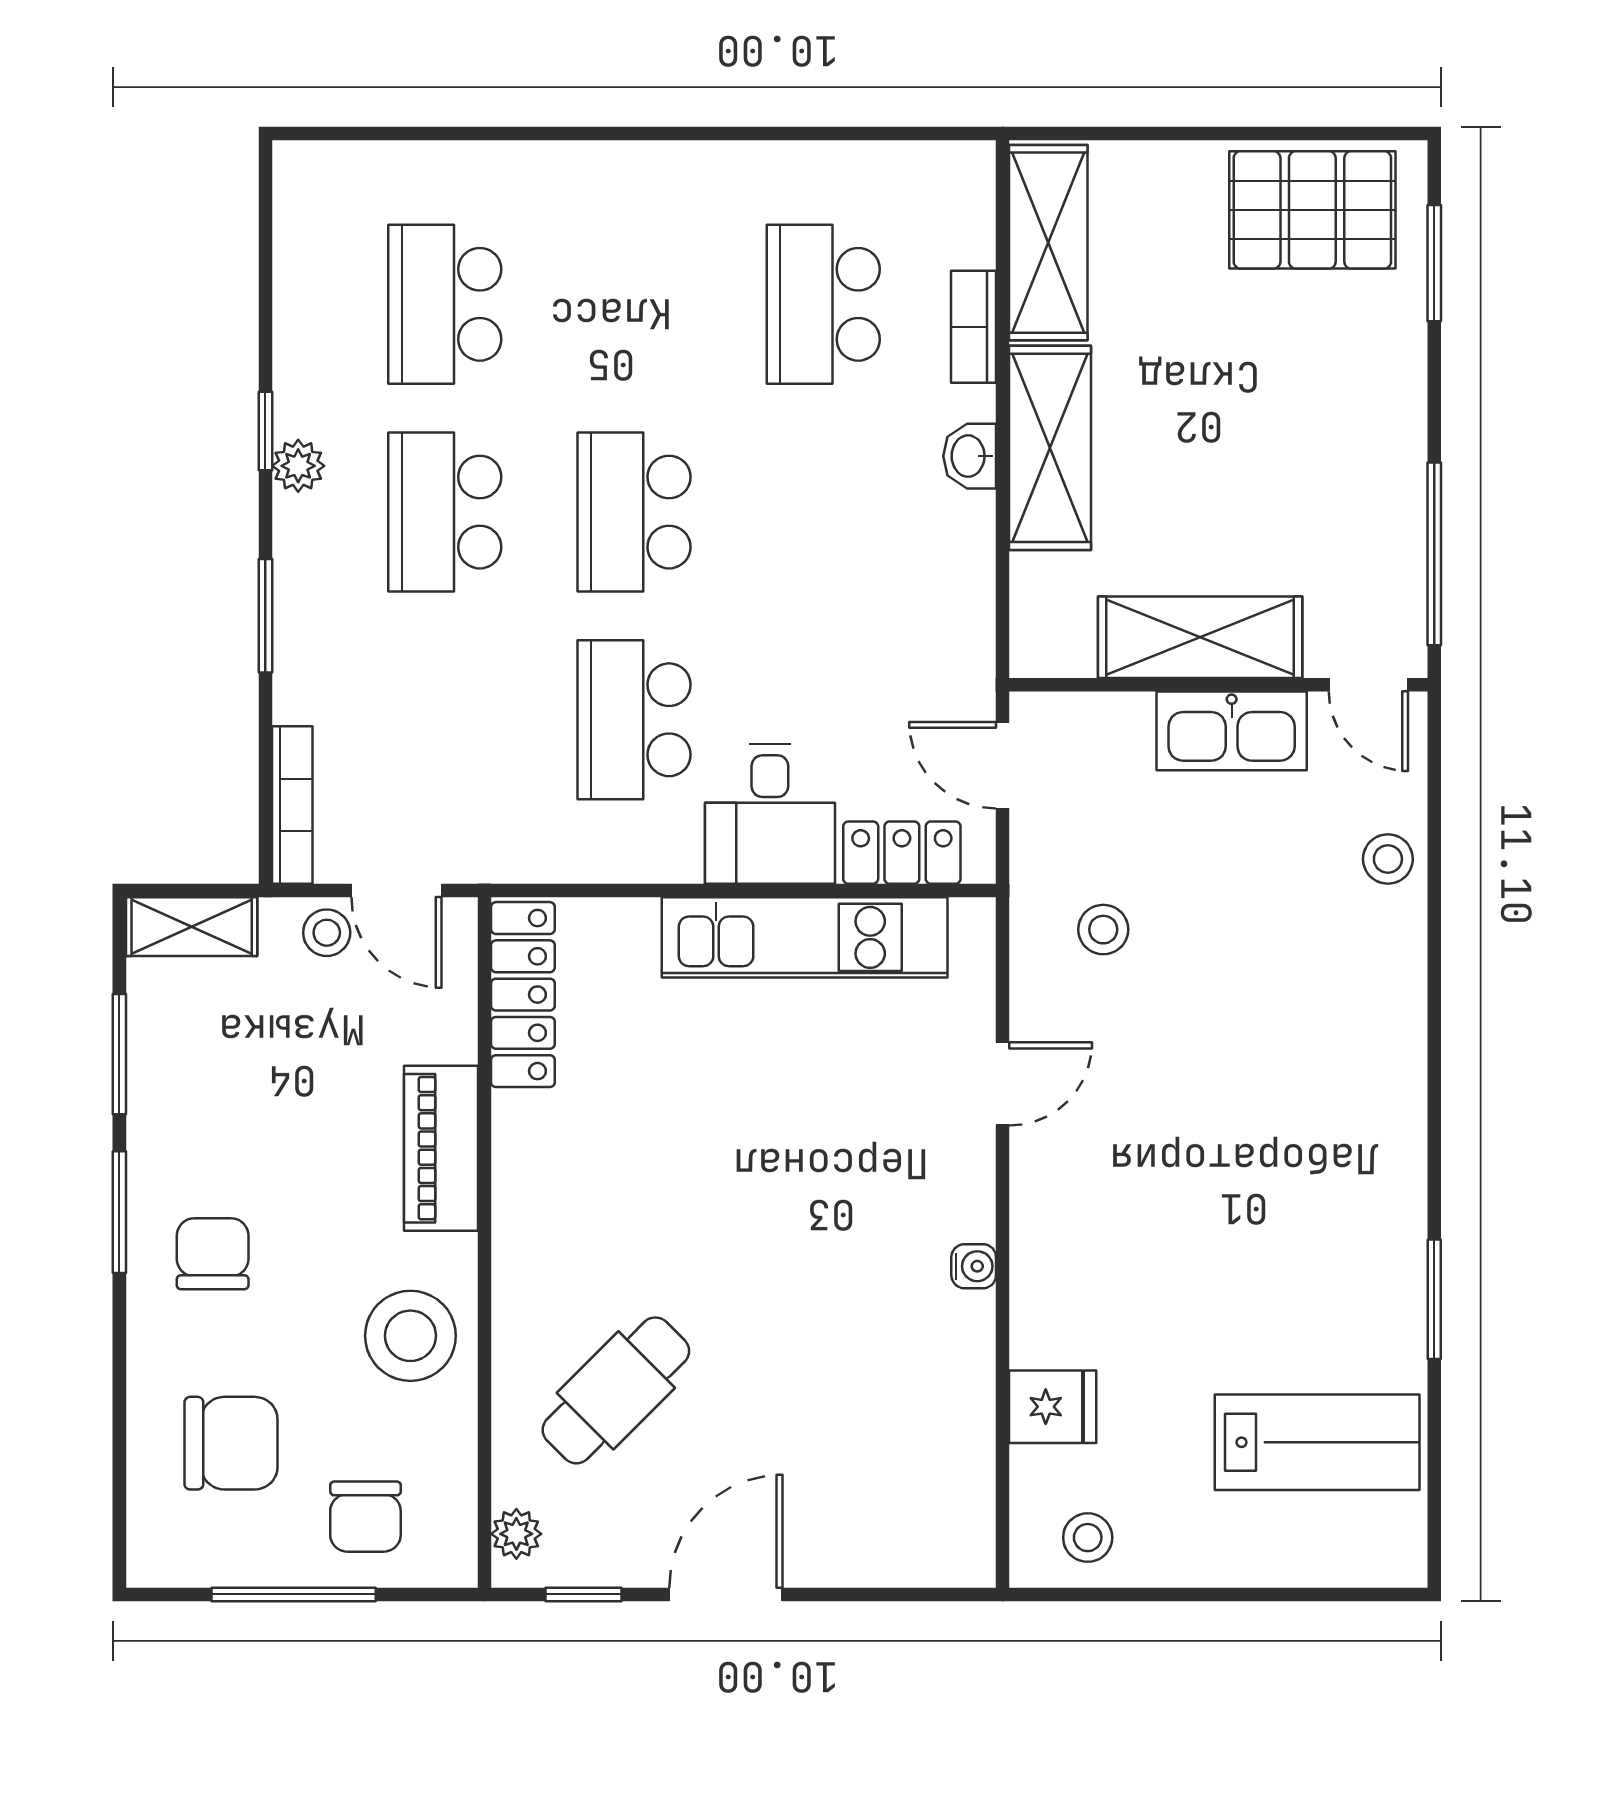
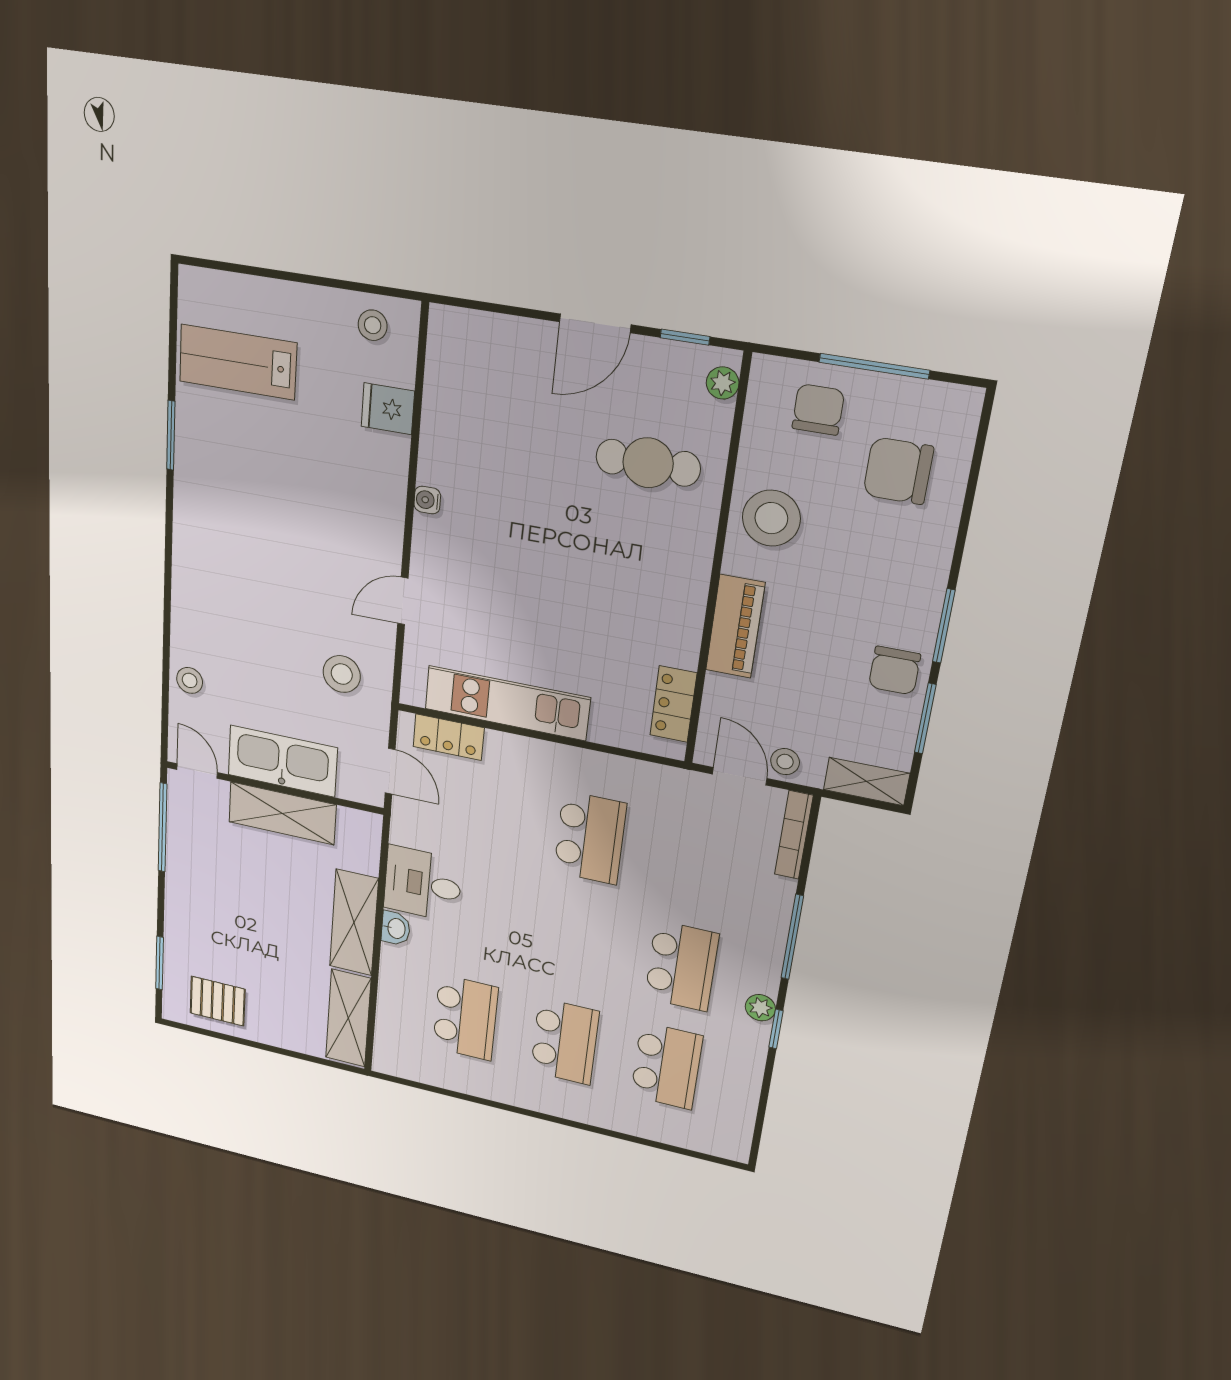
pallet: (1312, 210) -> (218, 1001), width x0.67, depth x0.71
bookcase: (973, 327) -> (389, 989), removed
school desk: (634, 512) -> (565, 1041), moved
window: (265, 616) -> (792, 937), width x1.44
kitchen sink: (1232, 731) -> (283, 761), width x1.36, depth x1.24
desk: (770, 814) -> (423, 884), moved, turned -90
stool: (1103, 930) -> (342, 674), width x1.37, depth x1.37
locker: (523, 995) -> (673, 704), width x0.66
chair: (213, 1254) -> (895, 671), moved
cafe table: (616, 1390) -> (648, 463), turned 45

